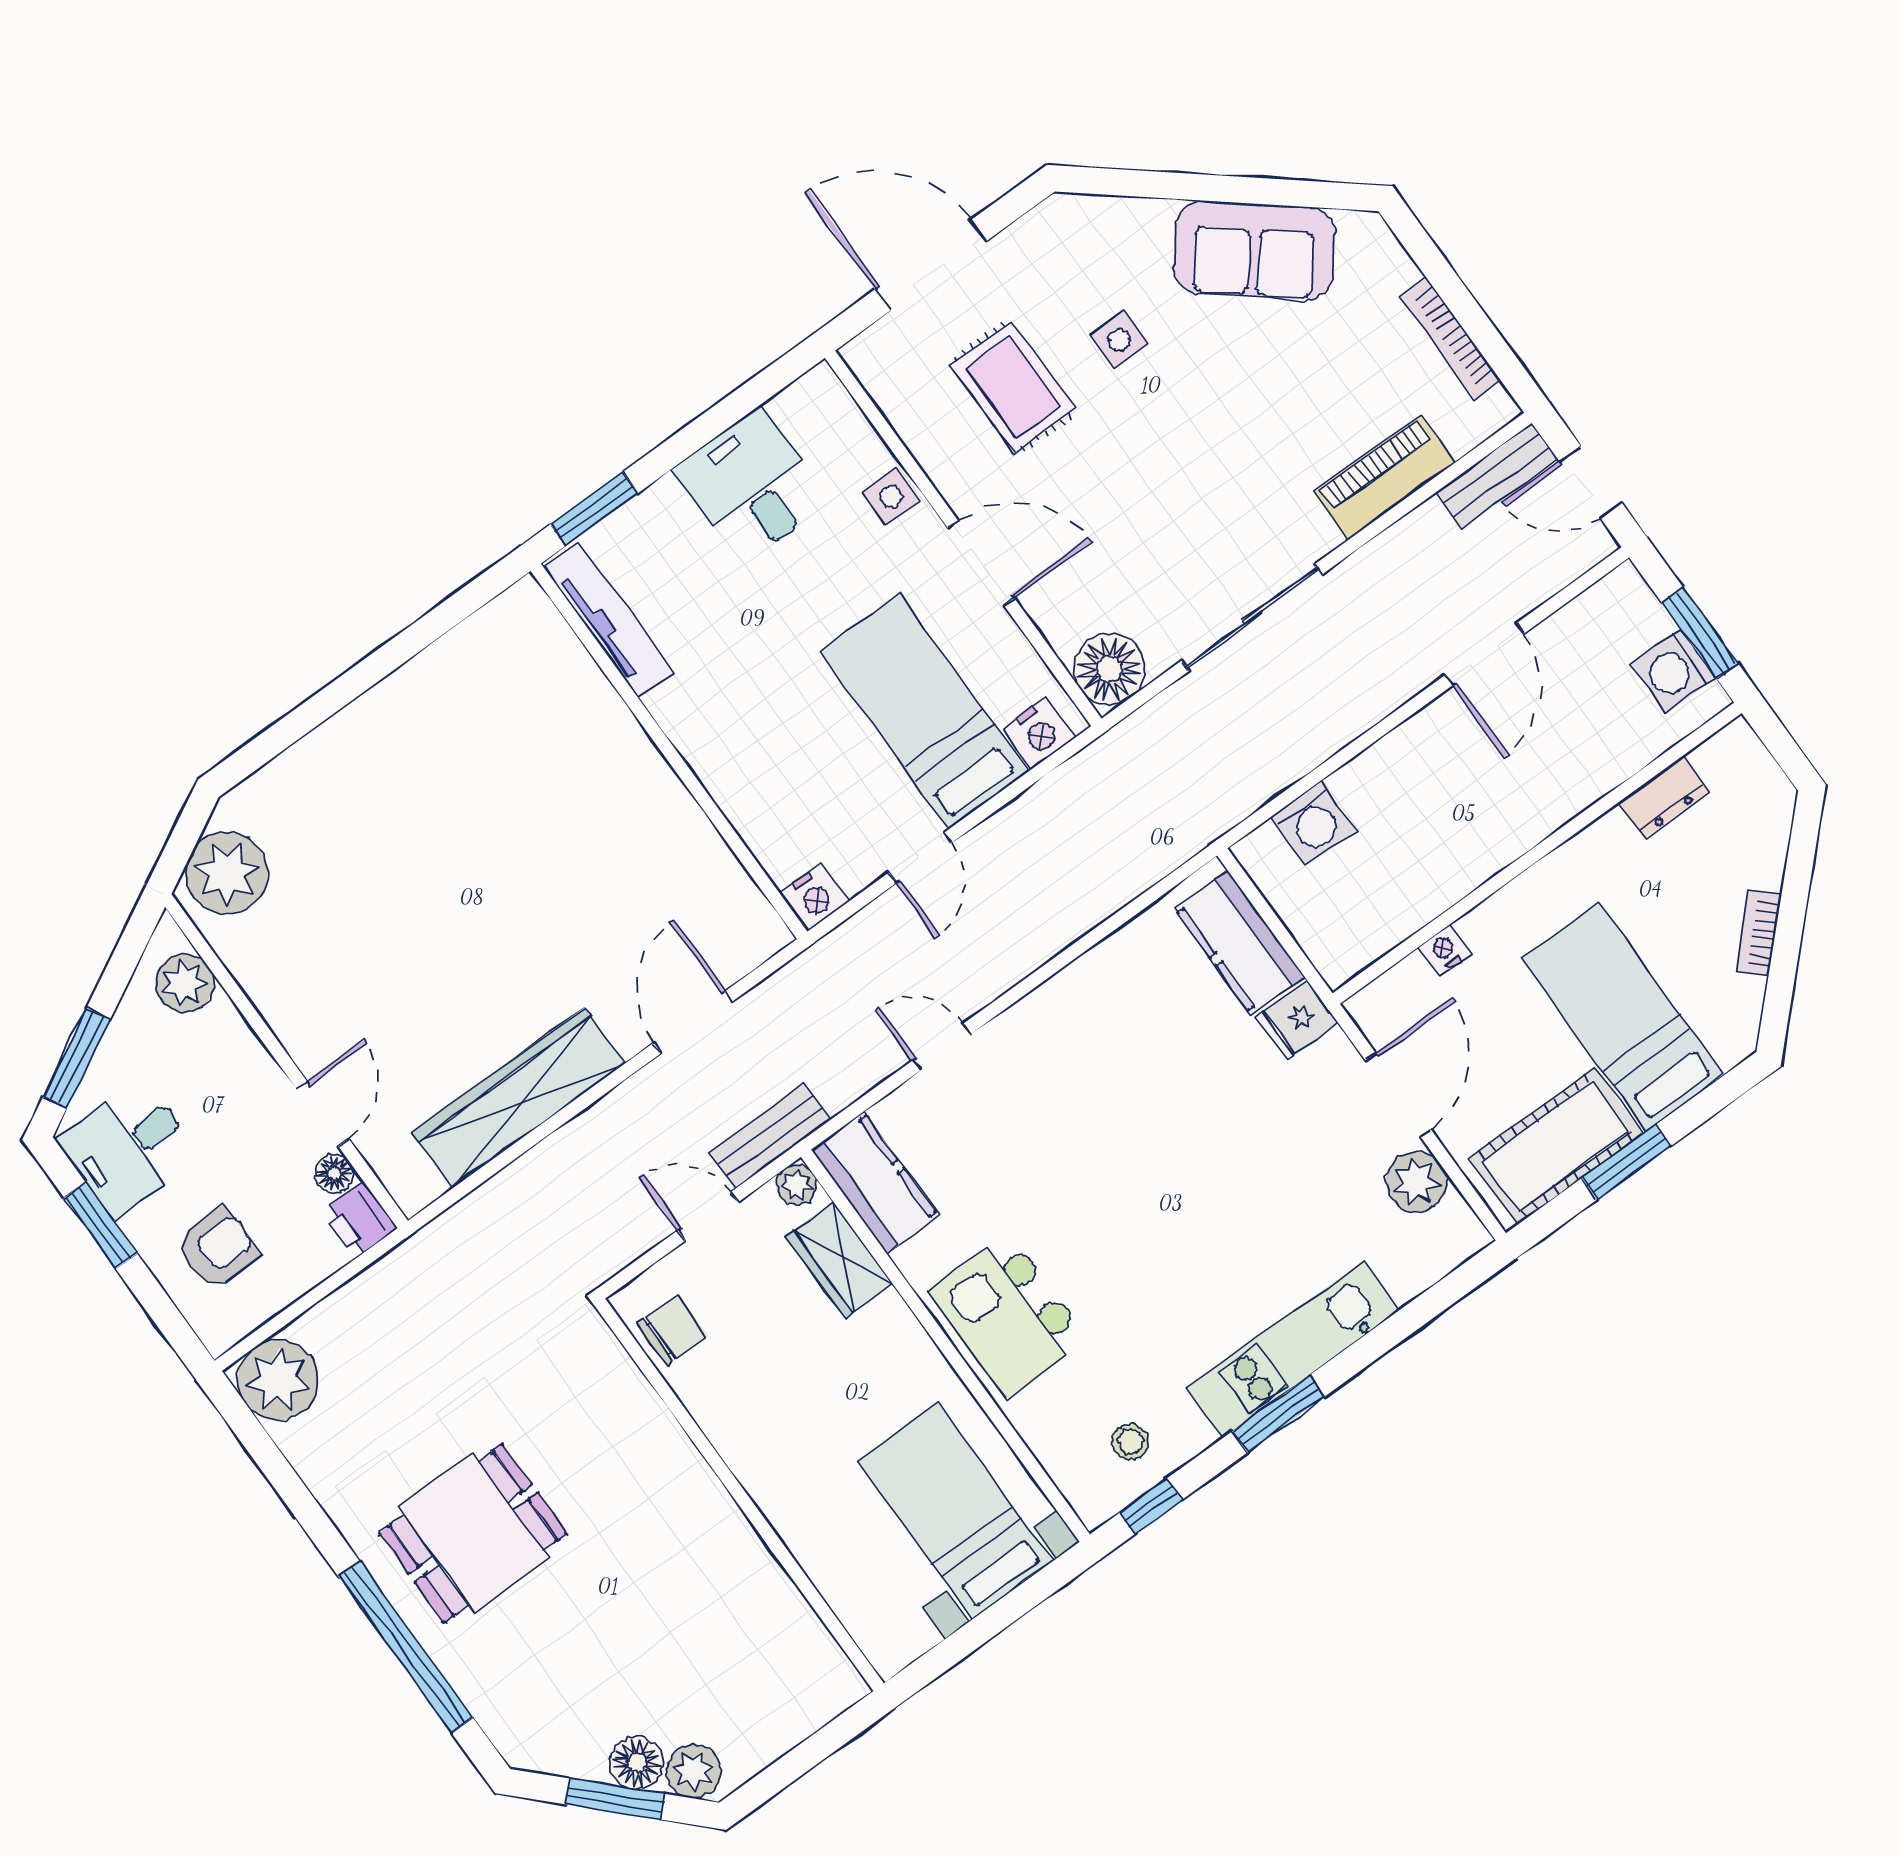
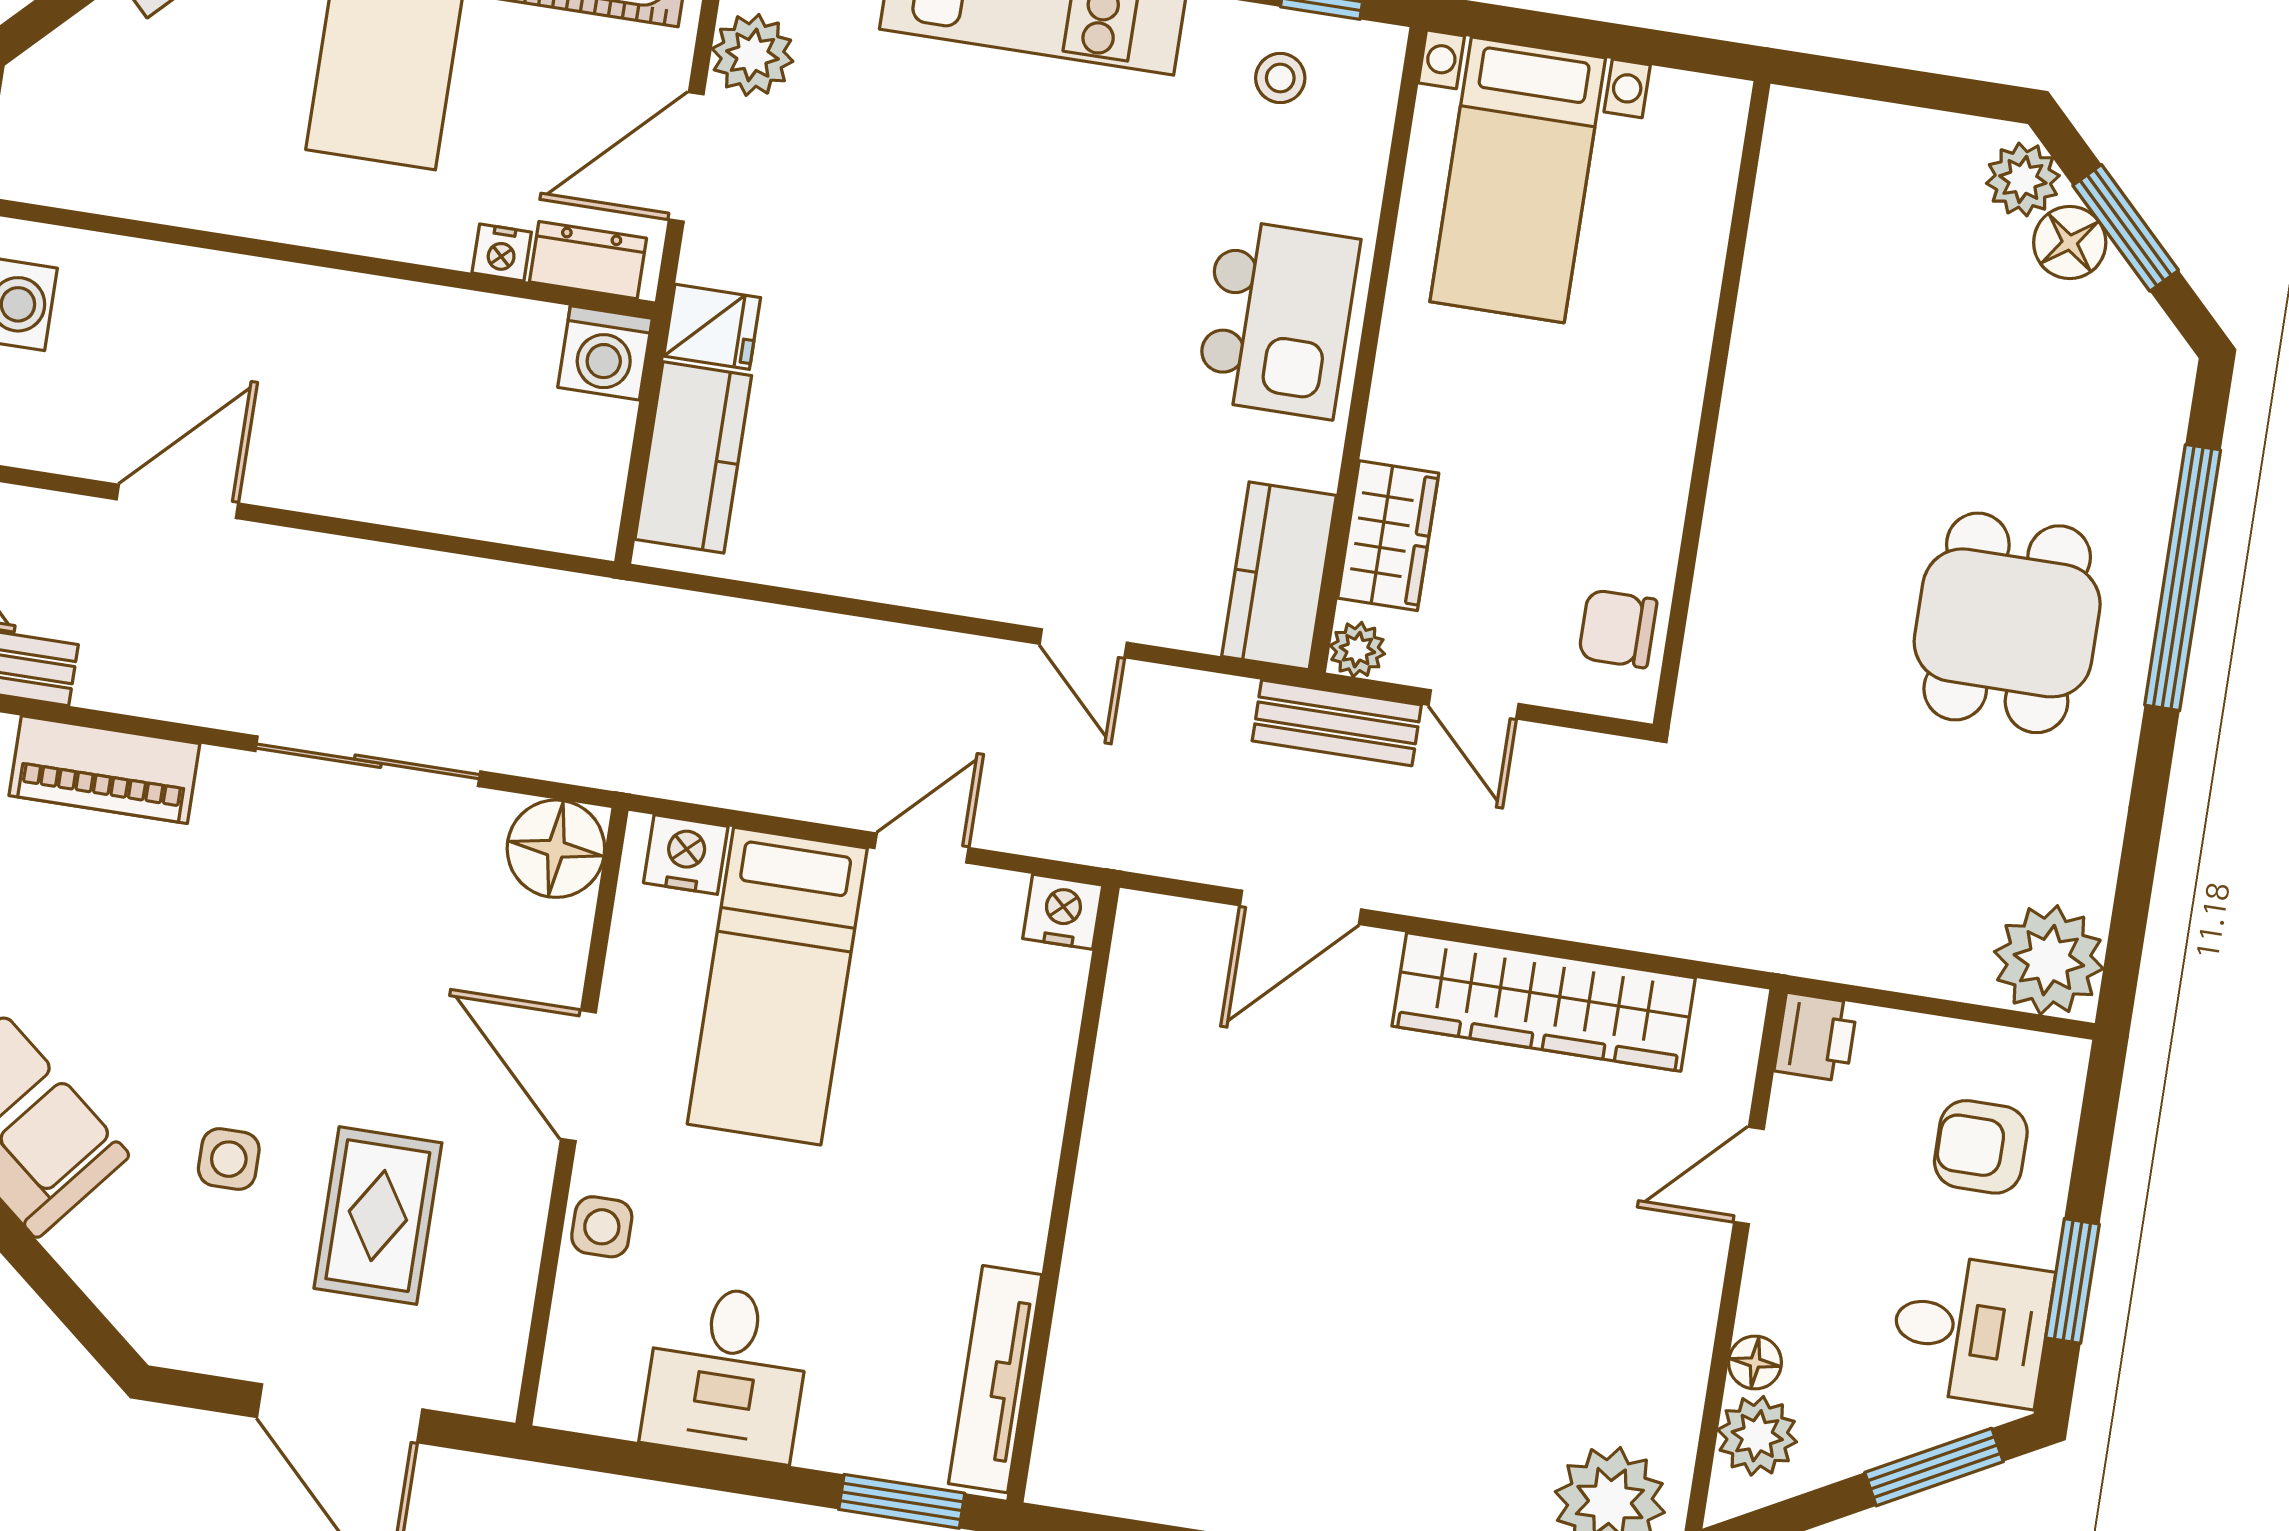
dresser: (1663, 797) -> (588, 260), moved
washing machine: (1313, 823) -> (605, 353), moved, turned 180
floor lamp: (334, 1173) -> (1755, 1363), moved
dining table: (473, 1533) -> (2007, 623), turned 90

